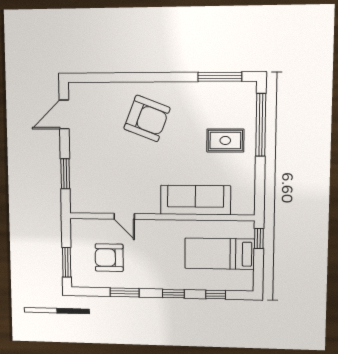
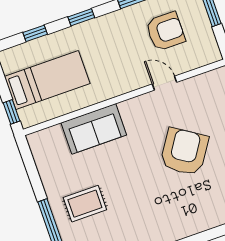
armchair: (147, 118) -> (184, 152), moved, turned 102
sofa: (195, 200) -> (94, 129), width x0.73

